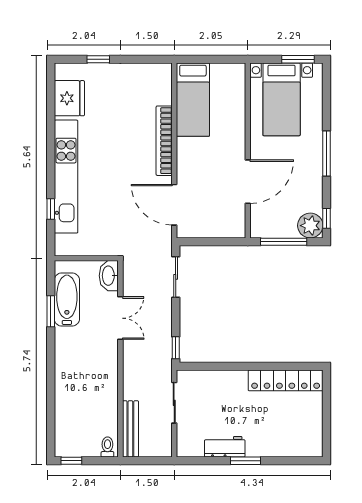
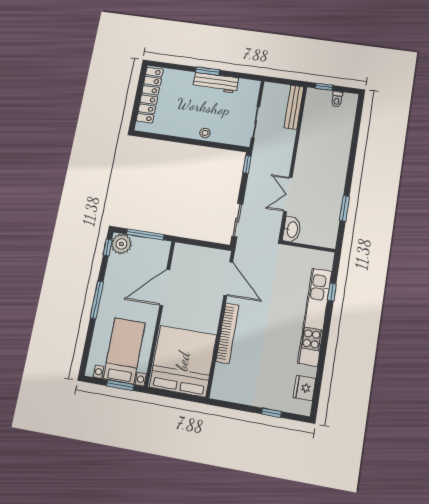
window: (298, 59) -> (120, 385), moved
fridge: (69, 98) -> (304, 388), width x0.73, depth x0.75
bed: (193, 100) -> (183, 361), width x2.04
bathtub: (67, 300) -> (330, 216), removed
stool: (234, 380) -> (205, 133), added
locker: (286, 380) -> (150, 95), moved, turned 90
toilet: (107, 447) -> (337, 99), moved
workbench: (225, 447) -> (216, 83), width x1.37
window: (71, 461) -> (324, 87), moved

